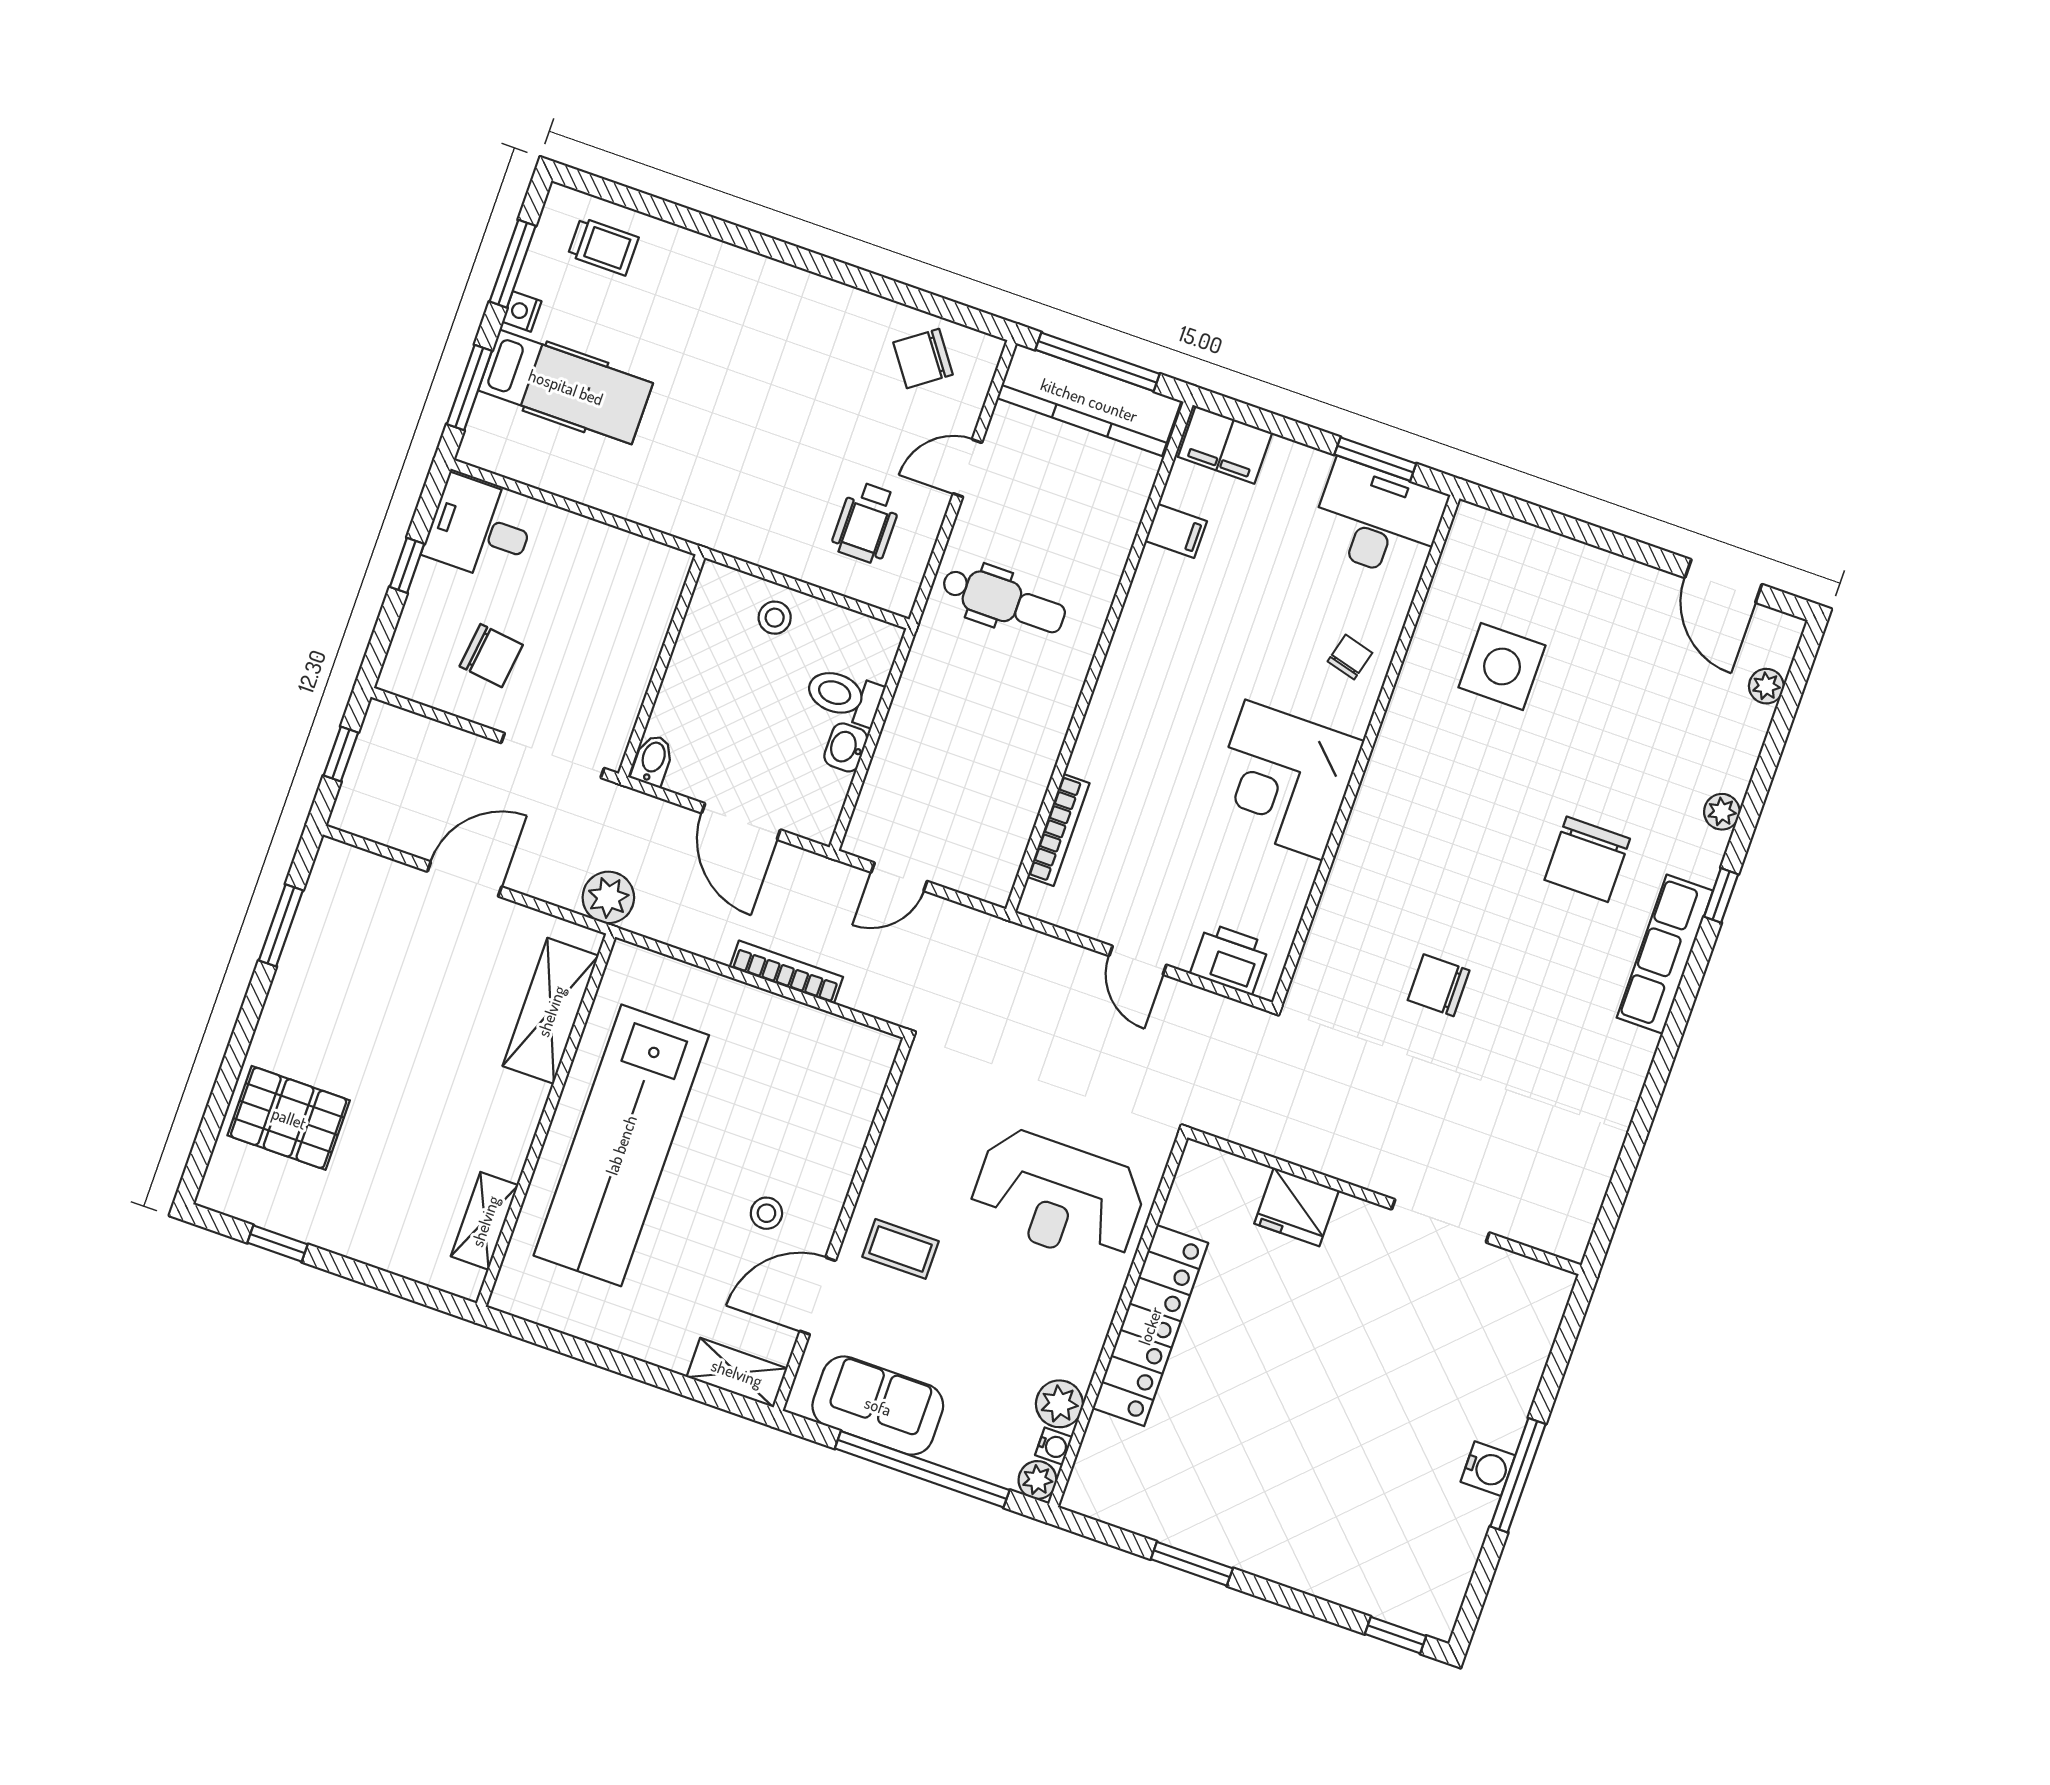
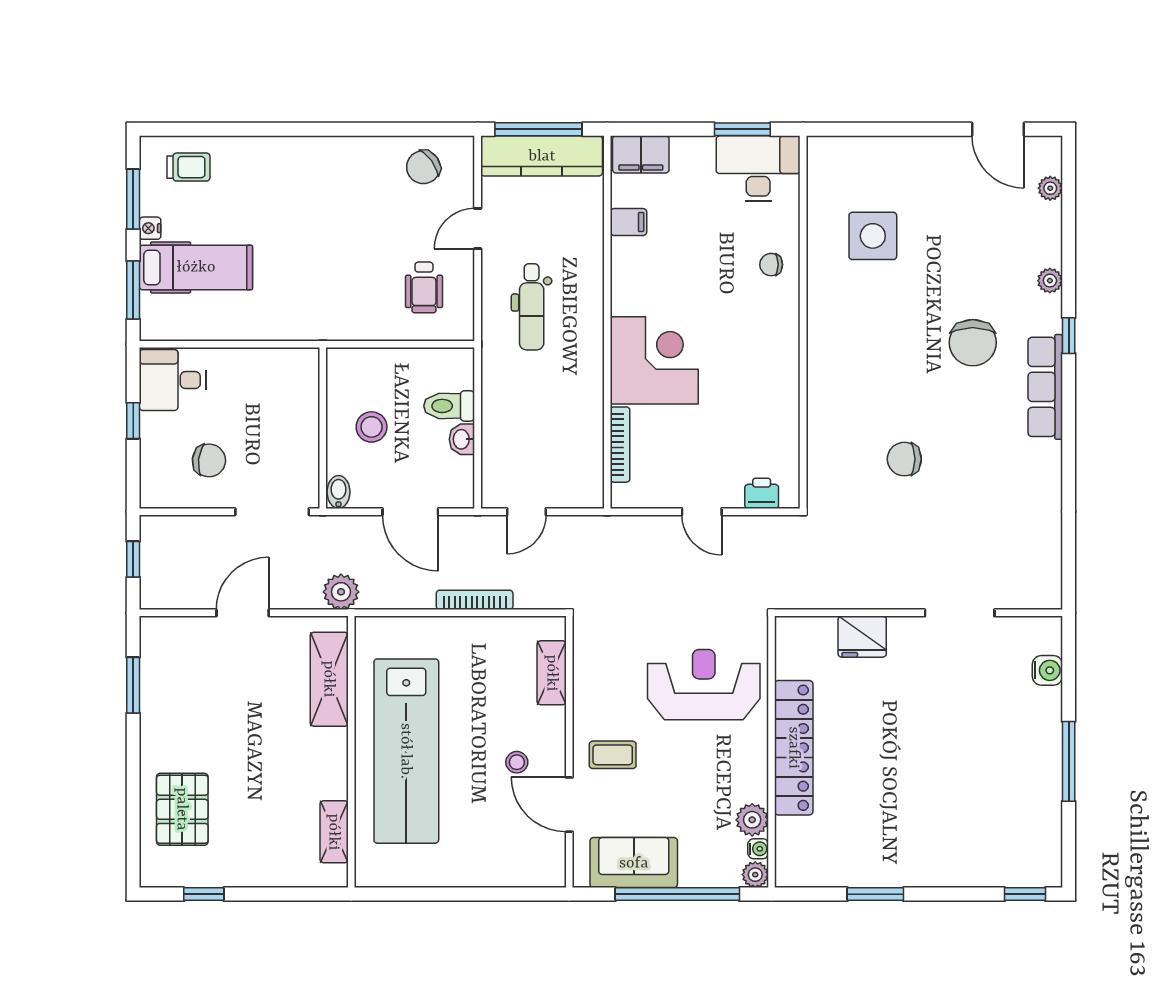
dental chair: (1004, 600) -> (532, 307), turned 90
stool: (775, 618) -> (372, 427), moved, width x1.37, depth x1.37
chair: (1350, 657) -> (771, 265), turned -105
corner desk: (1284, 780) -> (654, 360), moved, turned 180
printer: (1230, 959) -> (762, 493), width x0.73, depth x0.81
pallet: (289, 1118) -> (182, 809), turned 90
reception desk: (1058, 1197) -> (704, 685), turned 180
door: (818, 1296) -> (569, 805), hinge flipped
shelving: (737, 1373) -> (552, 673), moved, turned 90
water cooler: (1488, 1469) -> (1047, 670), moved

